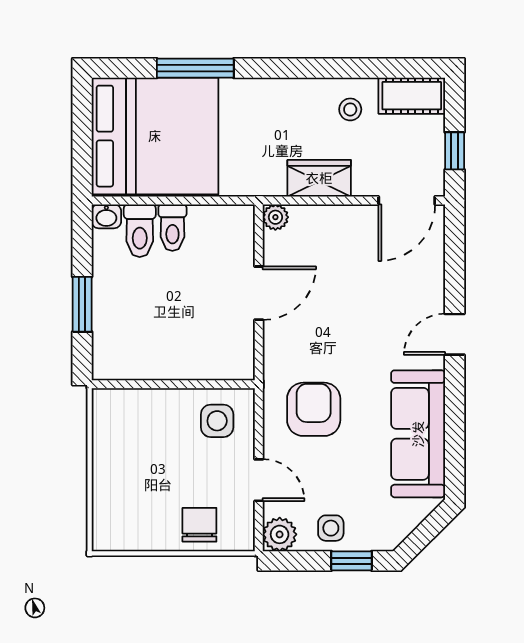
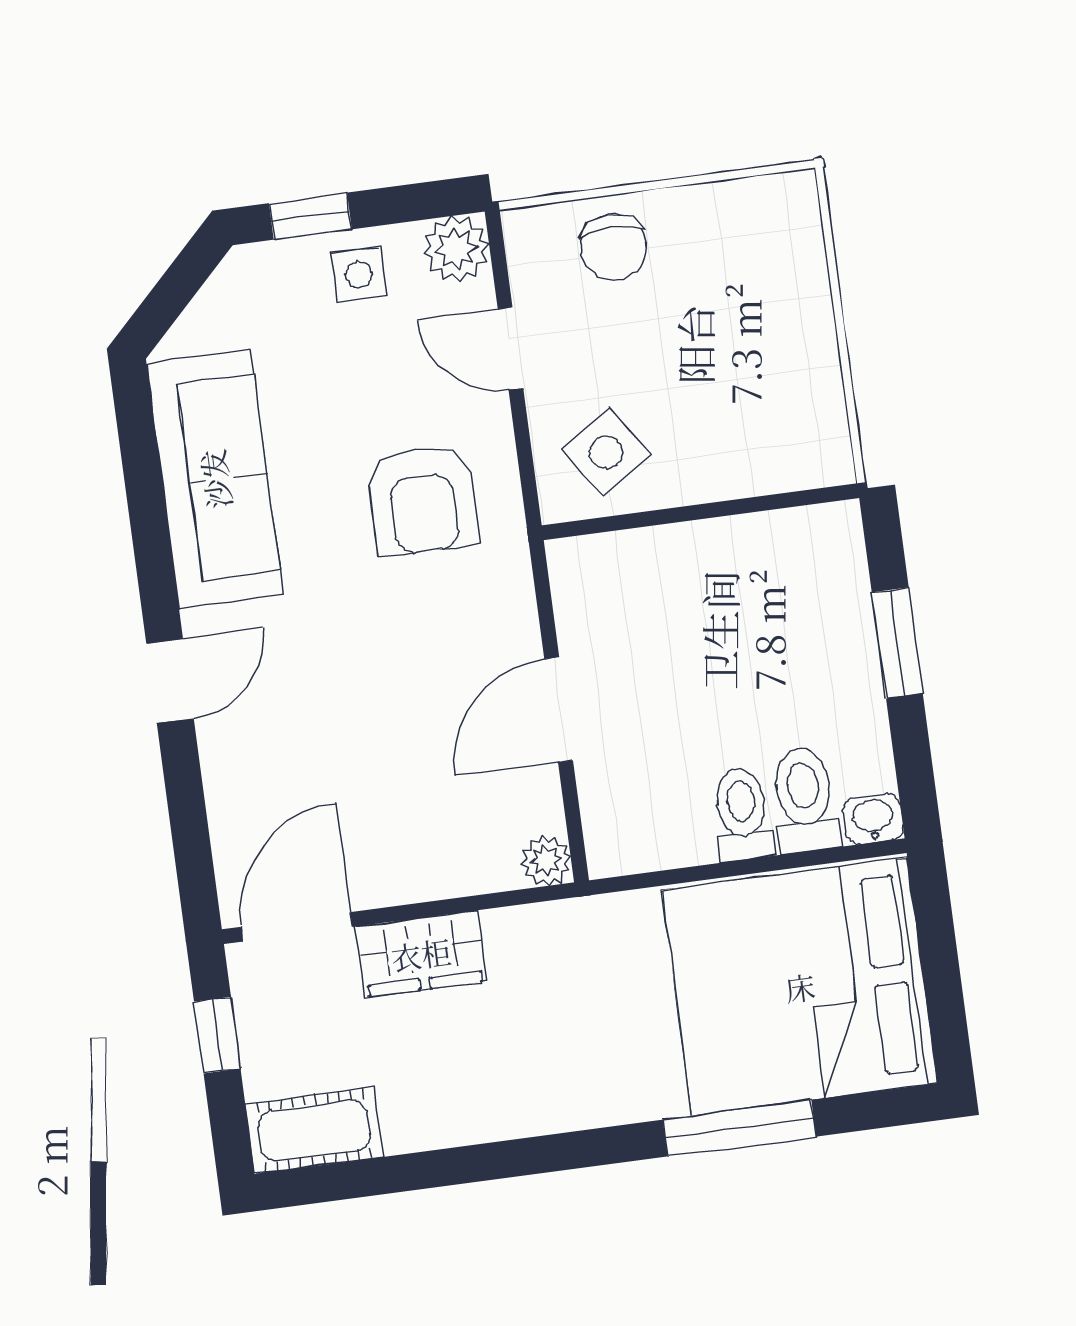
stool: (350, 109) -> (429, 1088), removed
wardrobe: (319, 178) -> (421, 954), moved
side table: (217, 421) -> (606, 452), turned -34

